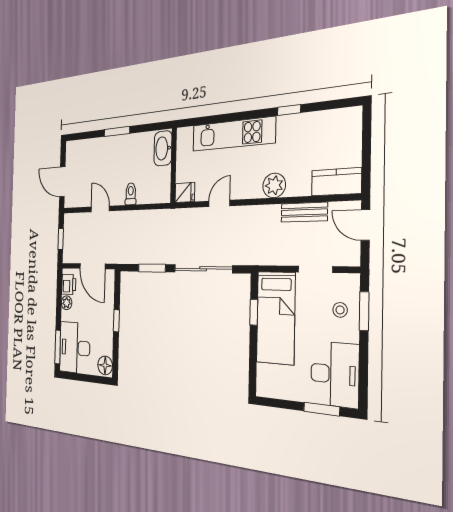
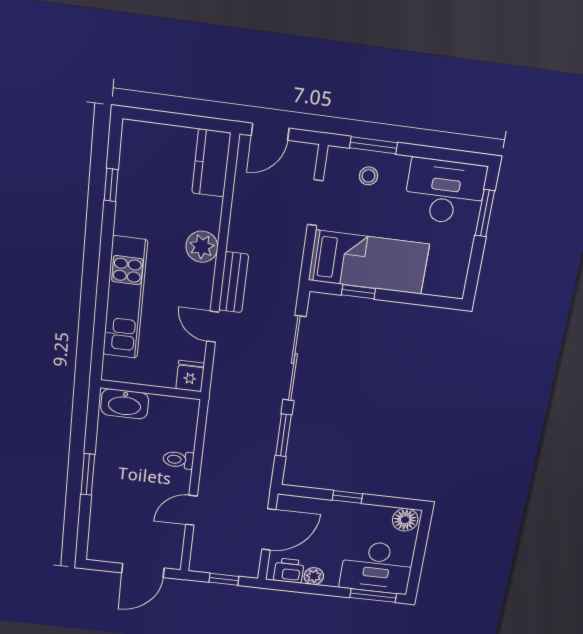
window: (289, 110) -> (111, 185), moved
bench: (304, 212) -> (234, 282), moved

